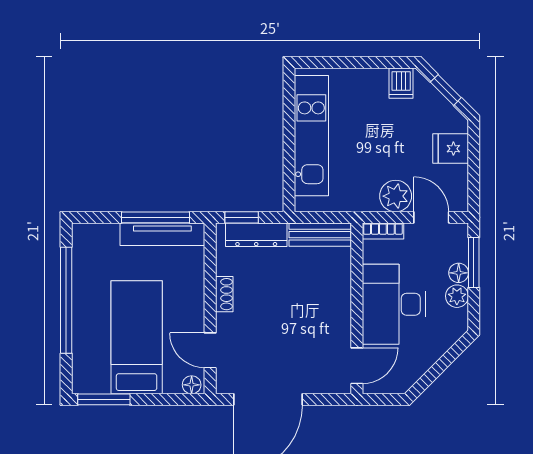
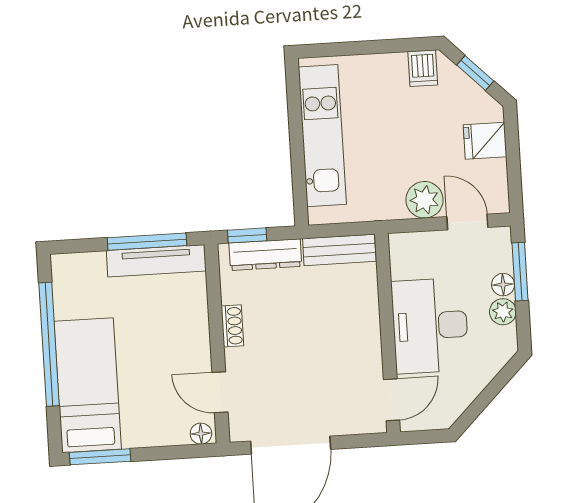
bookcase: (383, 231) -> (412, 241), removed
bed: (137, 337) -> (88, 385), moved

